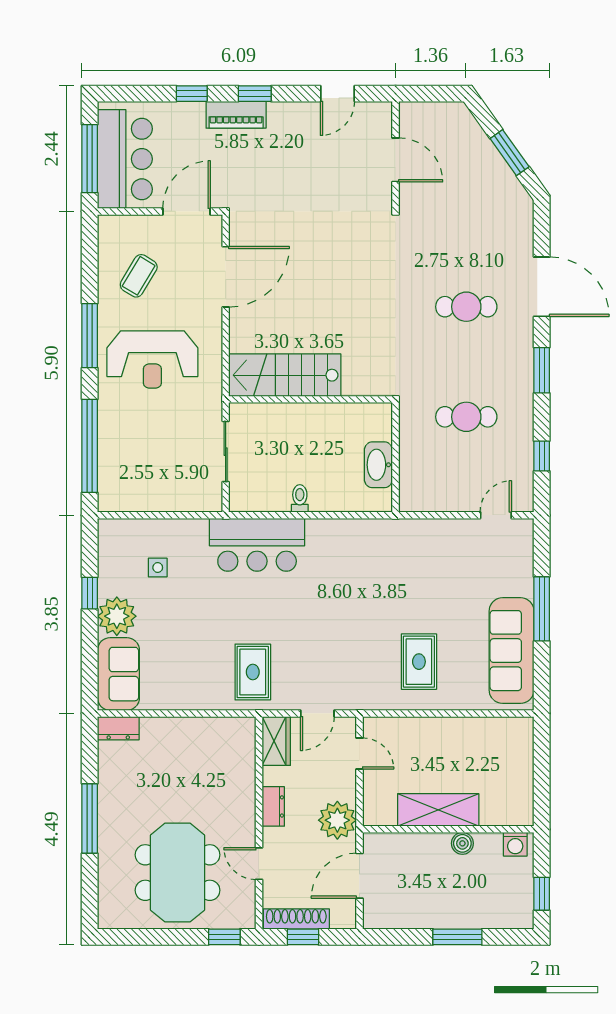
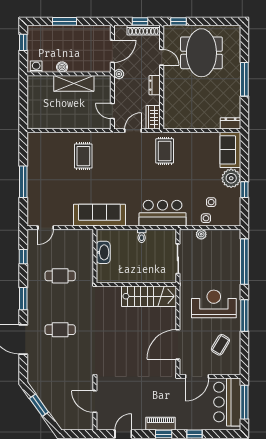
piano: (236, 115) -> (161, 424), moved
plant: (178, 502) -> (201, 234), added
side table: (168, 535) -> (206, 218), added
sofa: (512, 651) -> (99, 215), moved, turned -90
plant: (337, 820) -> (119, 74), width x0.53, depth x0.53

